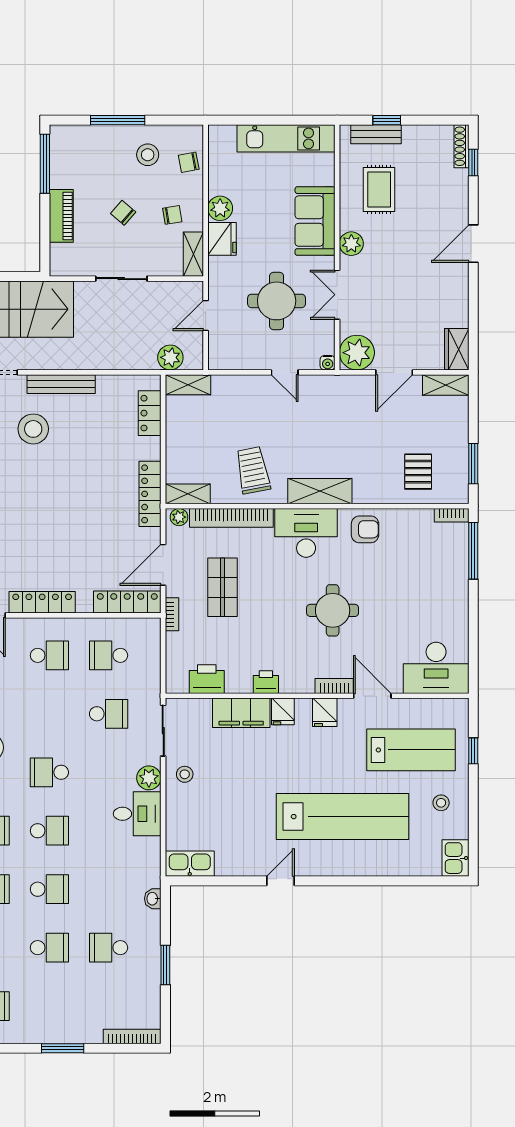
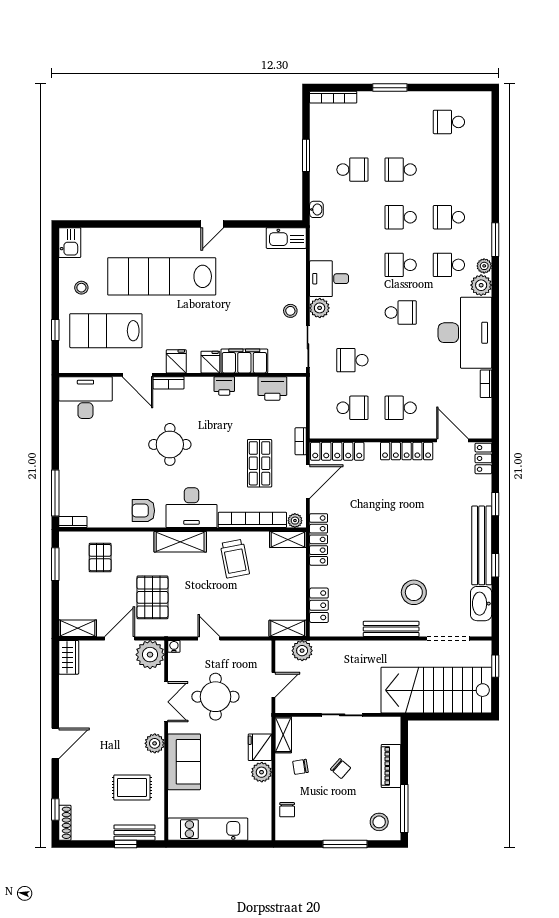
stool: (148, 155) -> (379, 822), moved
chair: (189, 162) -> (287, 810), turned 101
rug: (379, 189) -> (132, 788), turned 90
pallet: (354, 423) -> (152, 597), added

